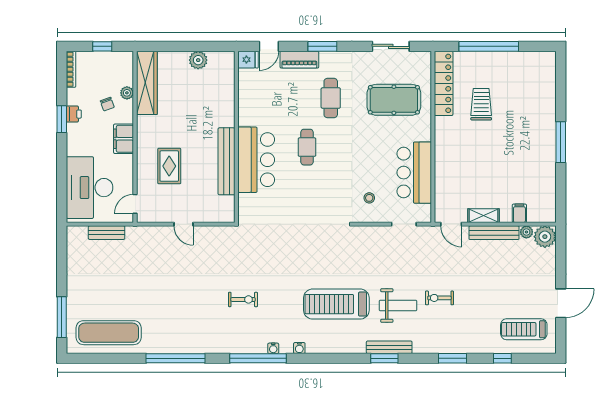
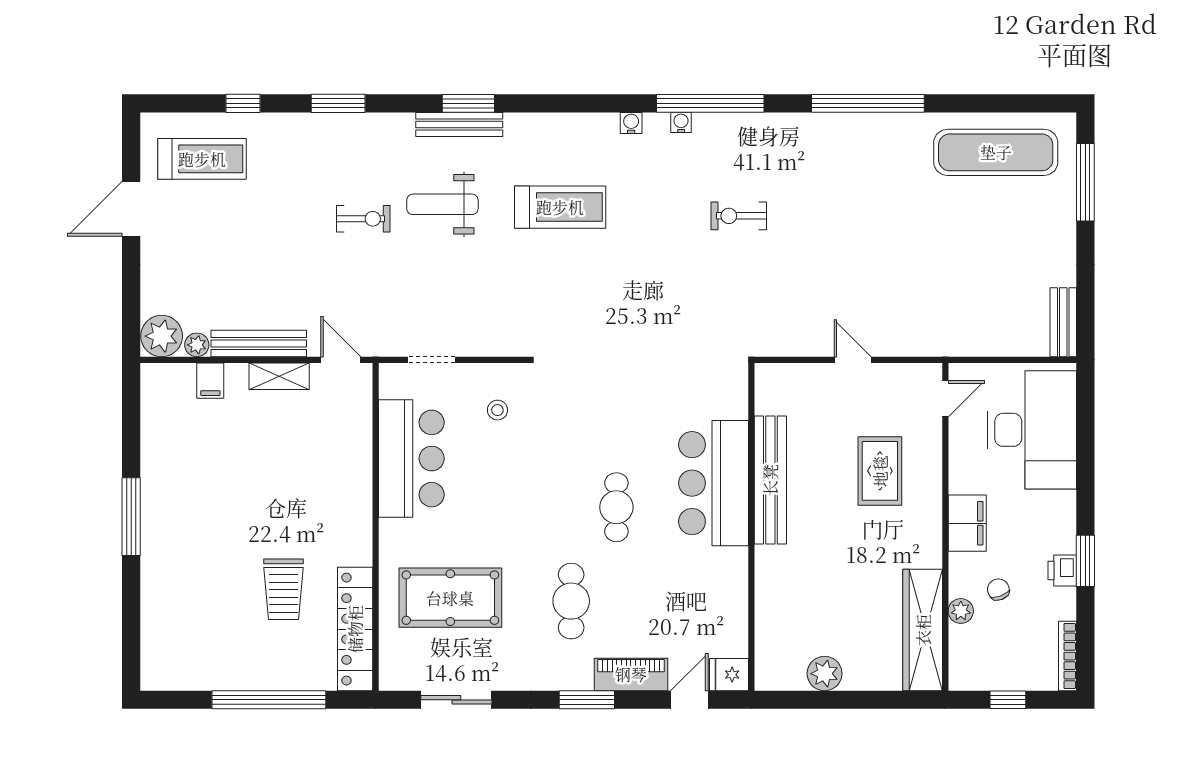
bench: (107, 233) -> (1063, 322), moved, turned 90
treadmill: (336, 304) -> (560, 207), width x0.73, depth x0.73

